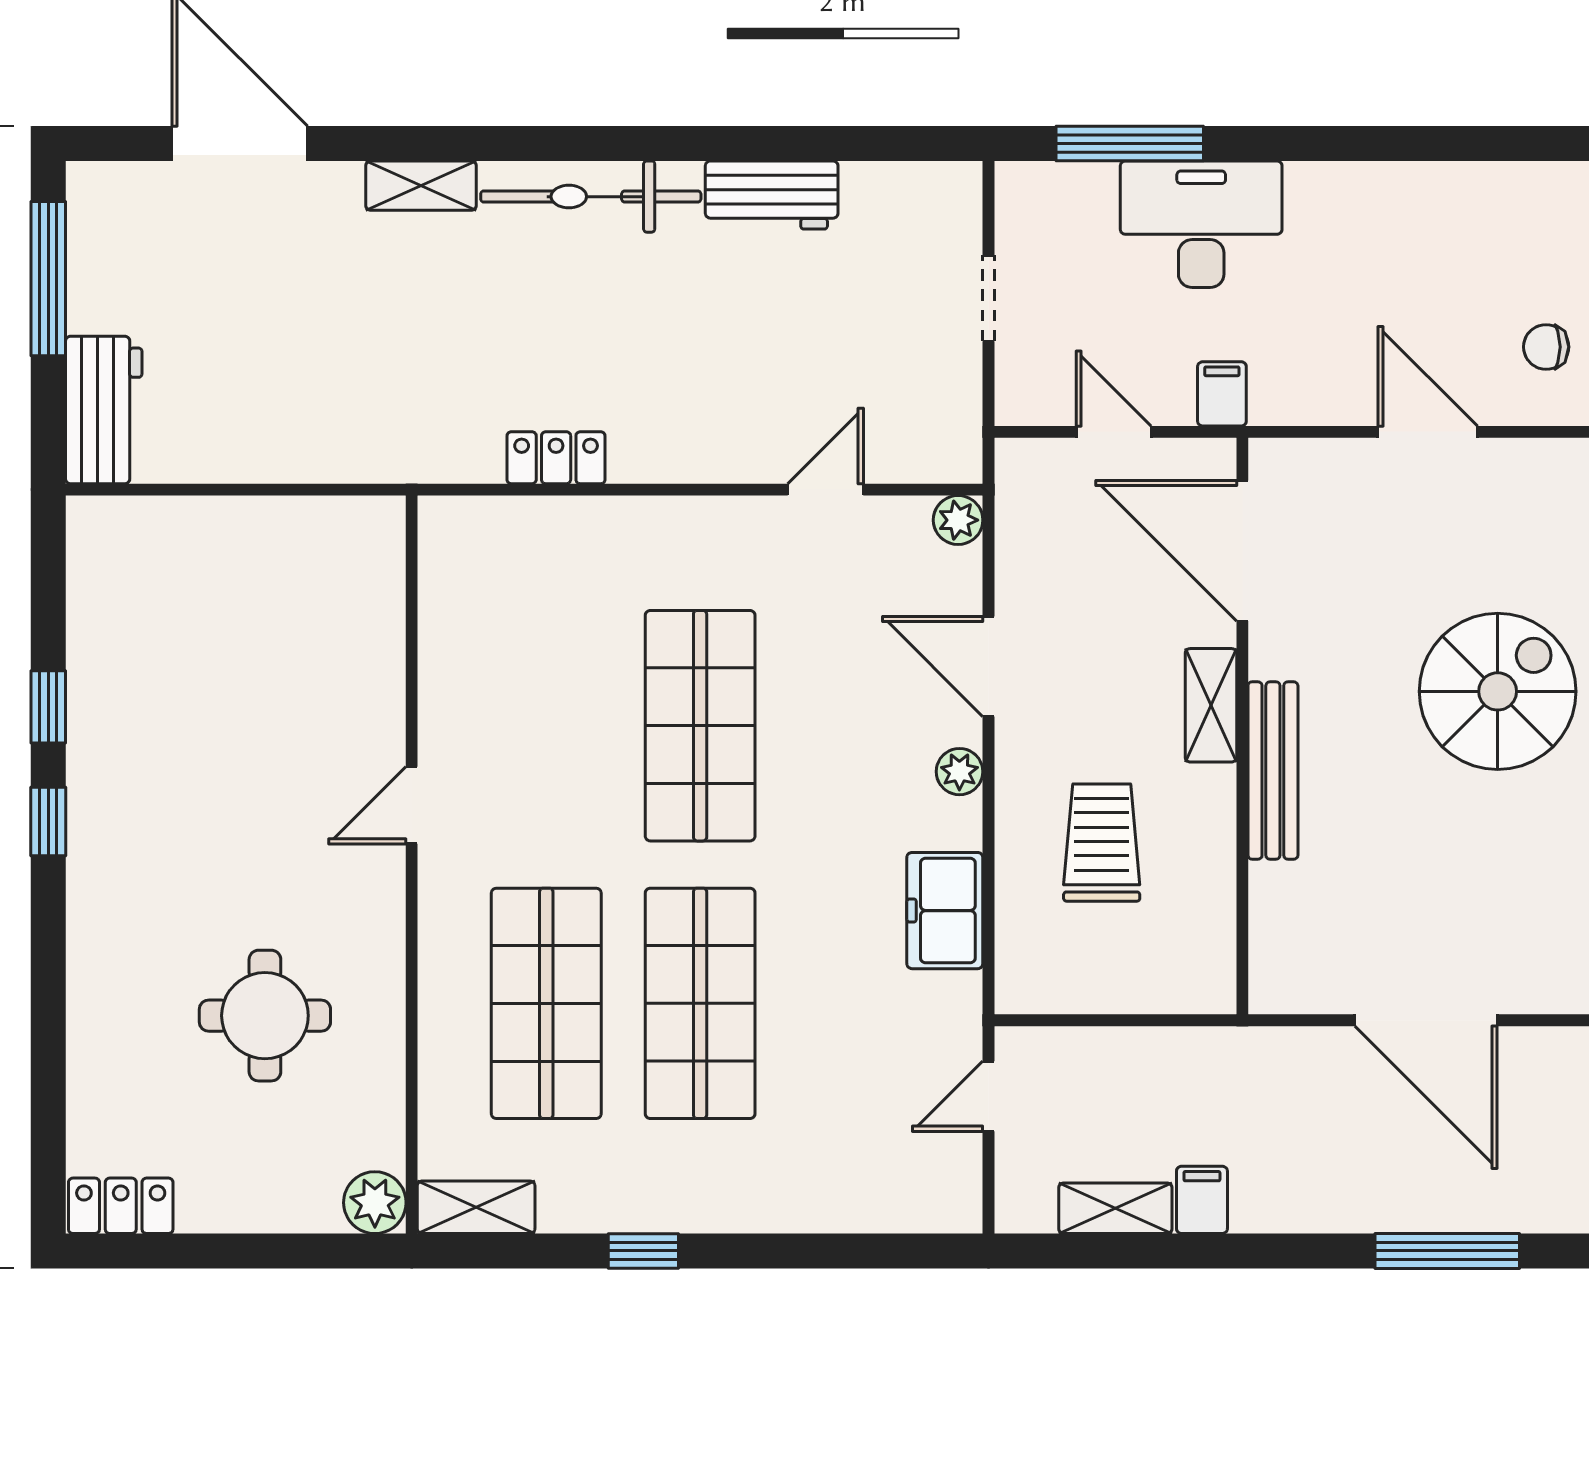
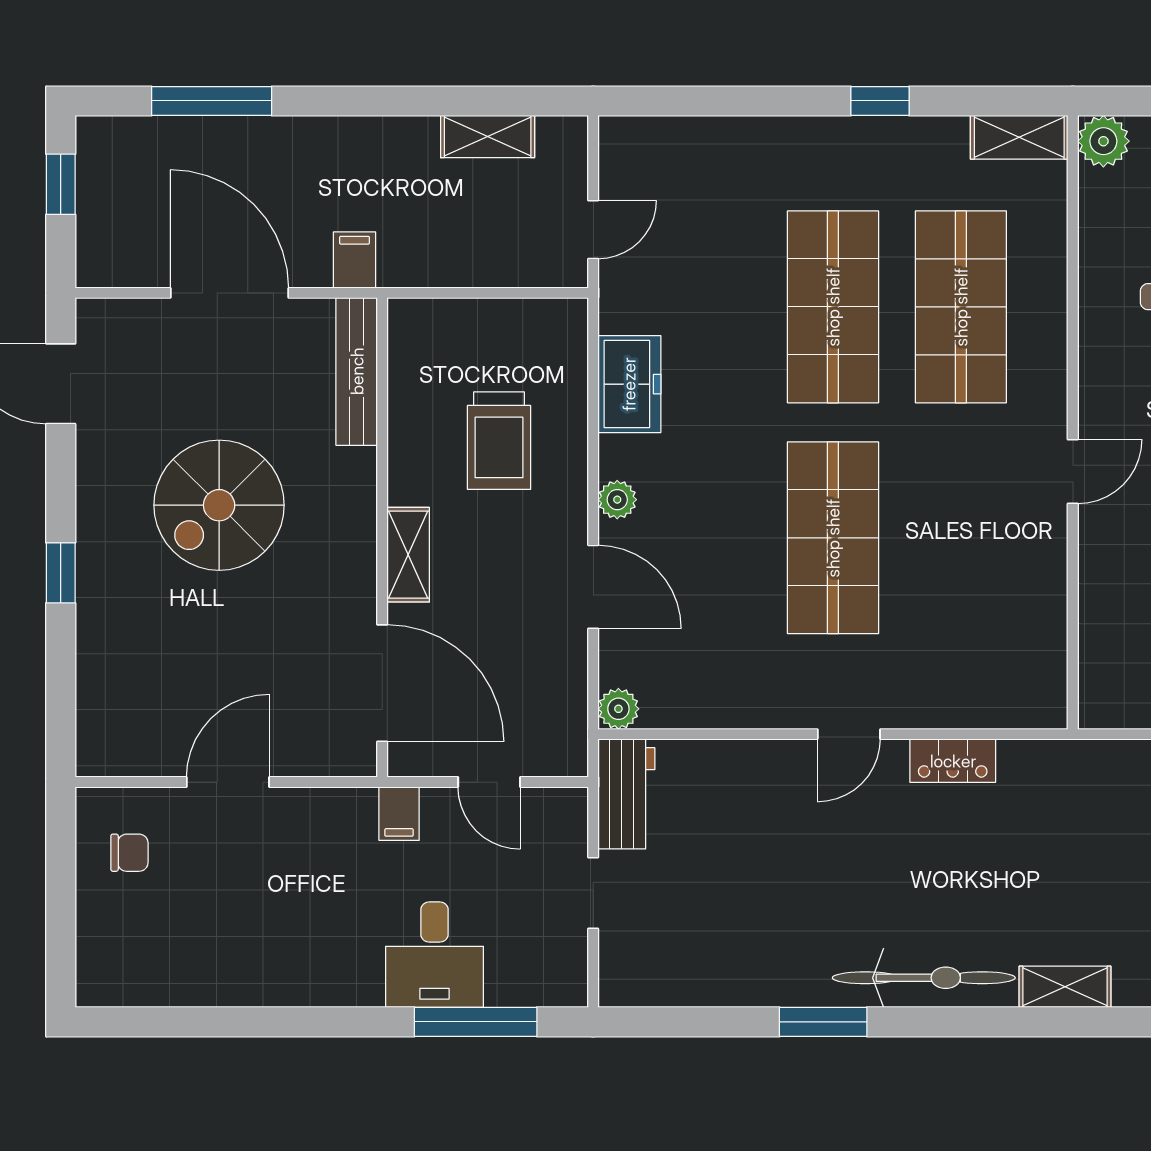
window: (712, 143) -> (823, 1022), added
workbench: (772, 195) -> (626, 794), moved, turned 90
desk: (1201, 224) -> (434, 955), width x0.73
door: (1428, 432) -> (228, 782), swing flipped
door: (825, 490) -> (849, 734), moved
spiral stairs: (1498, 691) -> (219, 505), moved
bench: (1273, 771) -> (357, 371), moved
filing cabinet: (1202, 1200) -> (355, 260), moved, turned 180

